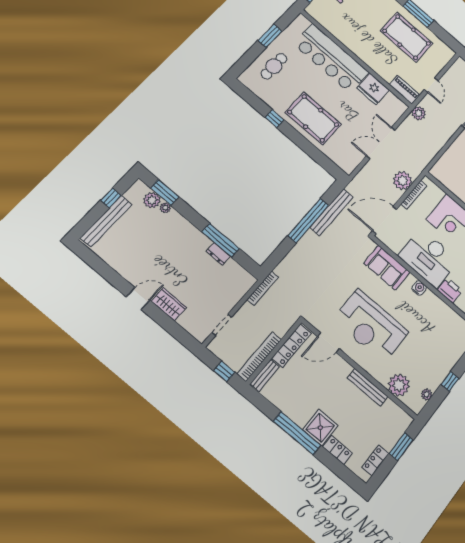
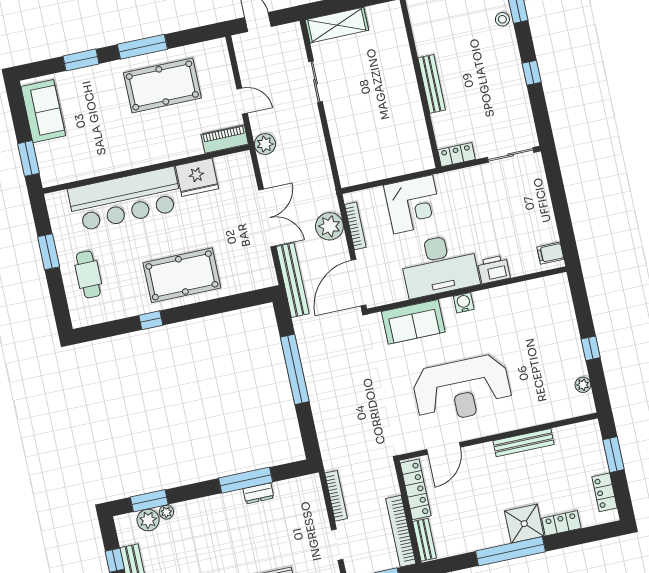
double door: (381, 143) -> (267, 218), swing flipped
bench: (332, 212) -> (293, 280), moved
bookcase: (263, 288) -> (336, 496), moved
plant: (399, 385) -> (549, 407), removed

